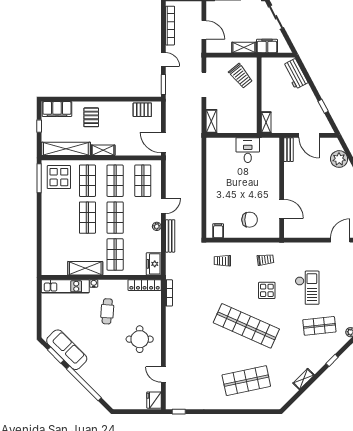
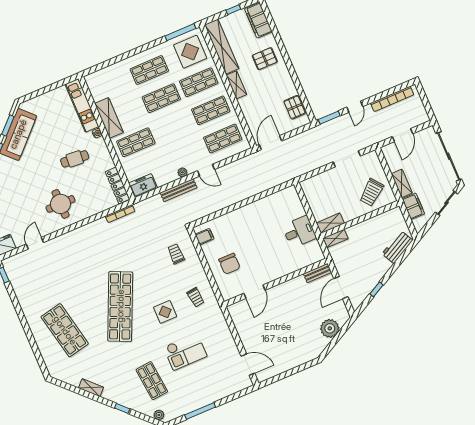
shelving: (211, 121) -> (330, 223), moved
shop shelf: (115, 218) -> (149, 70), moved

